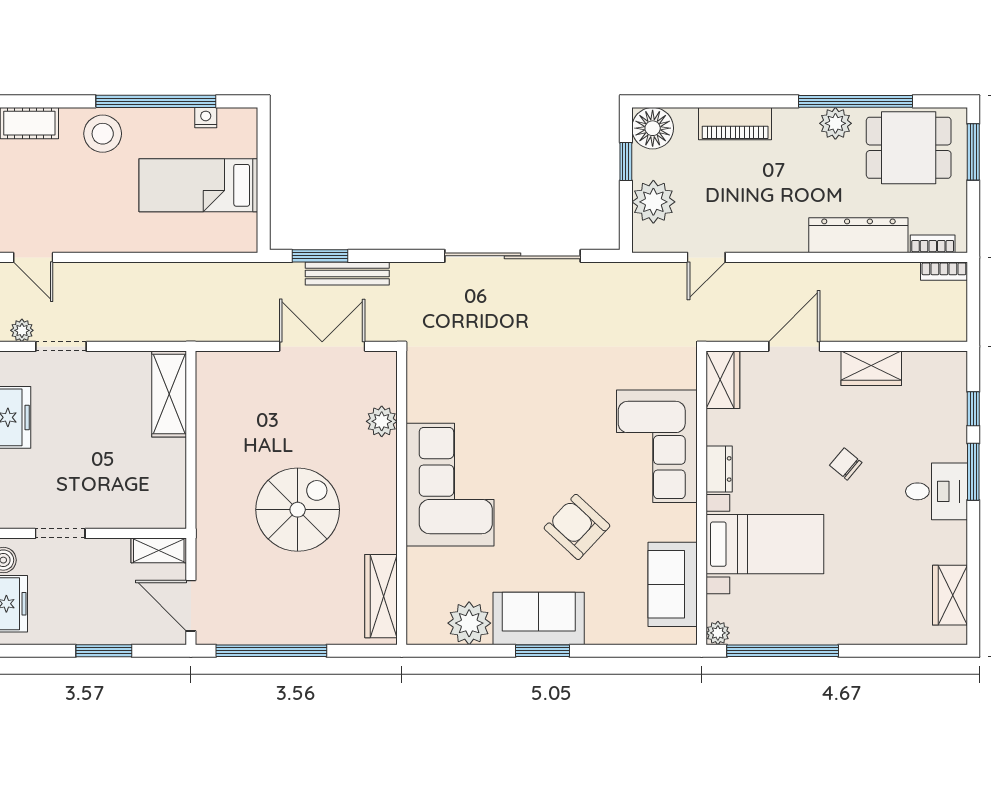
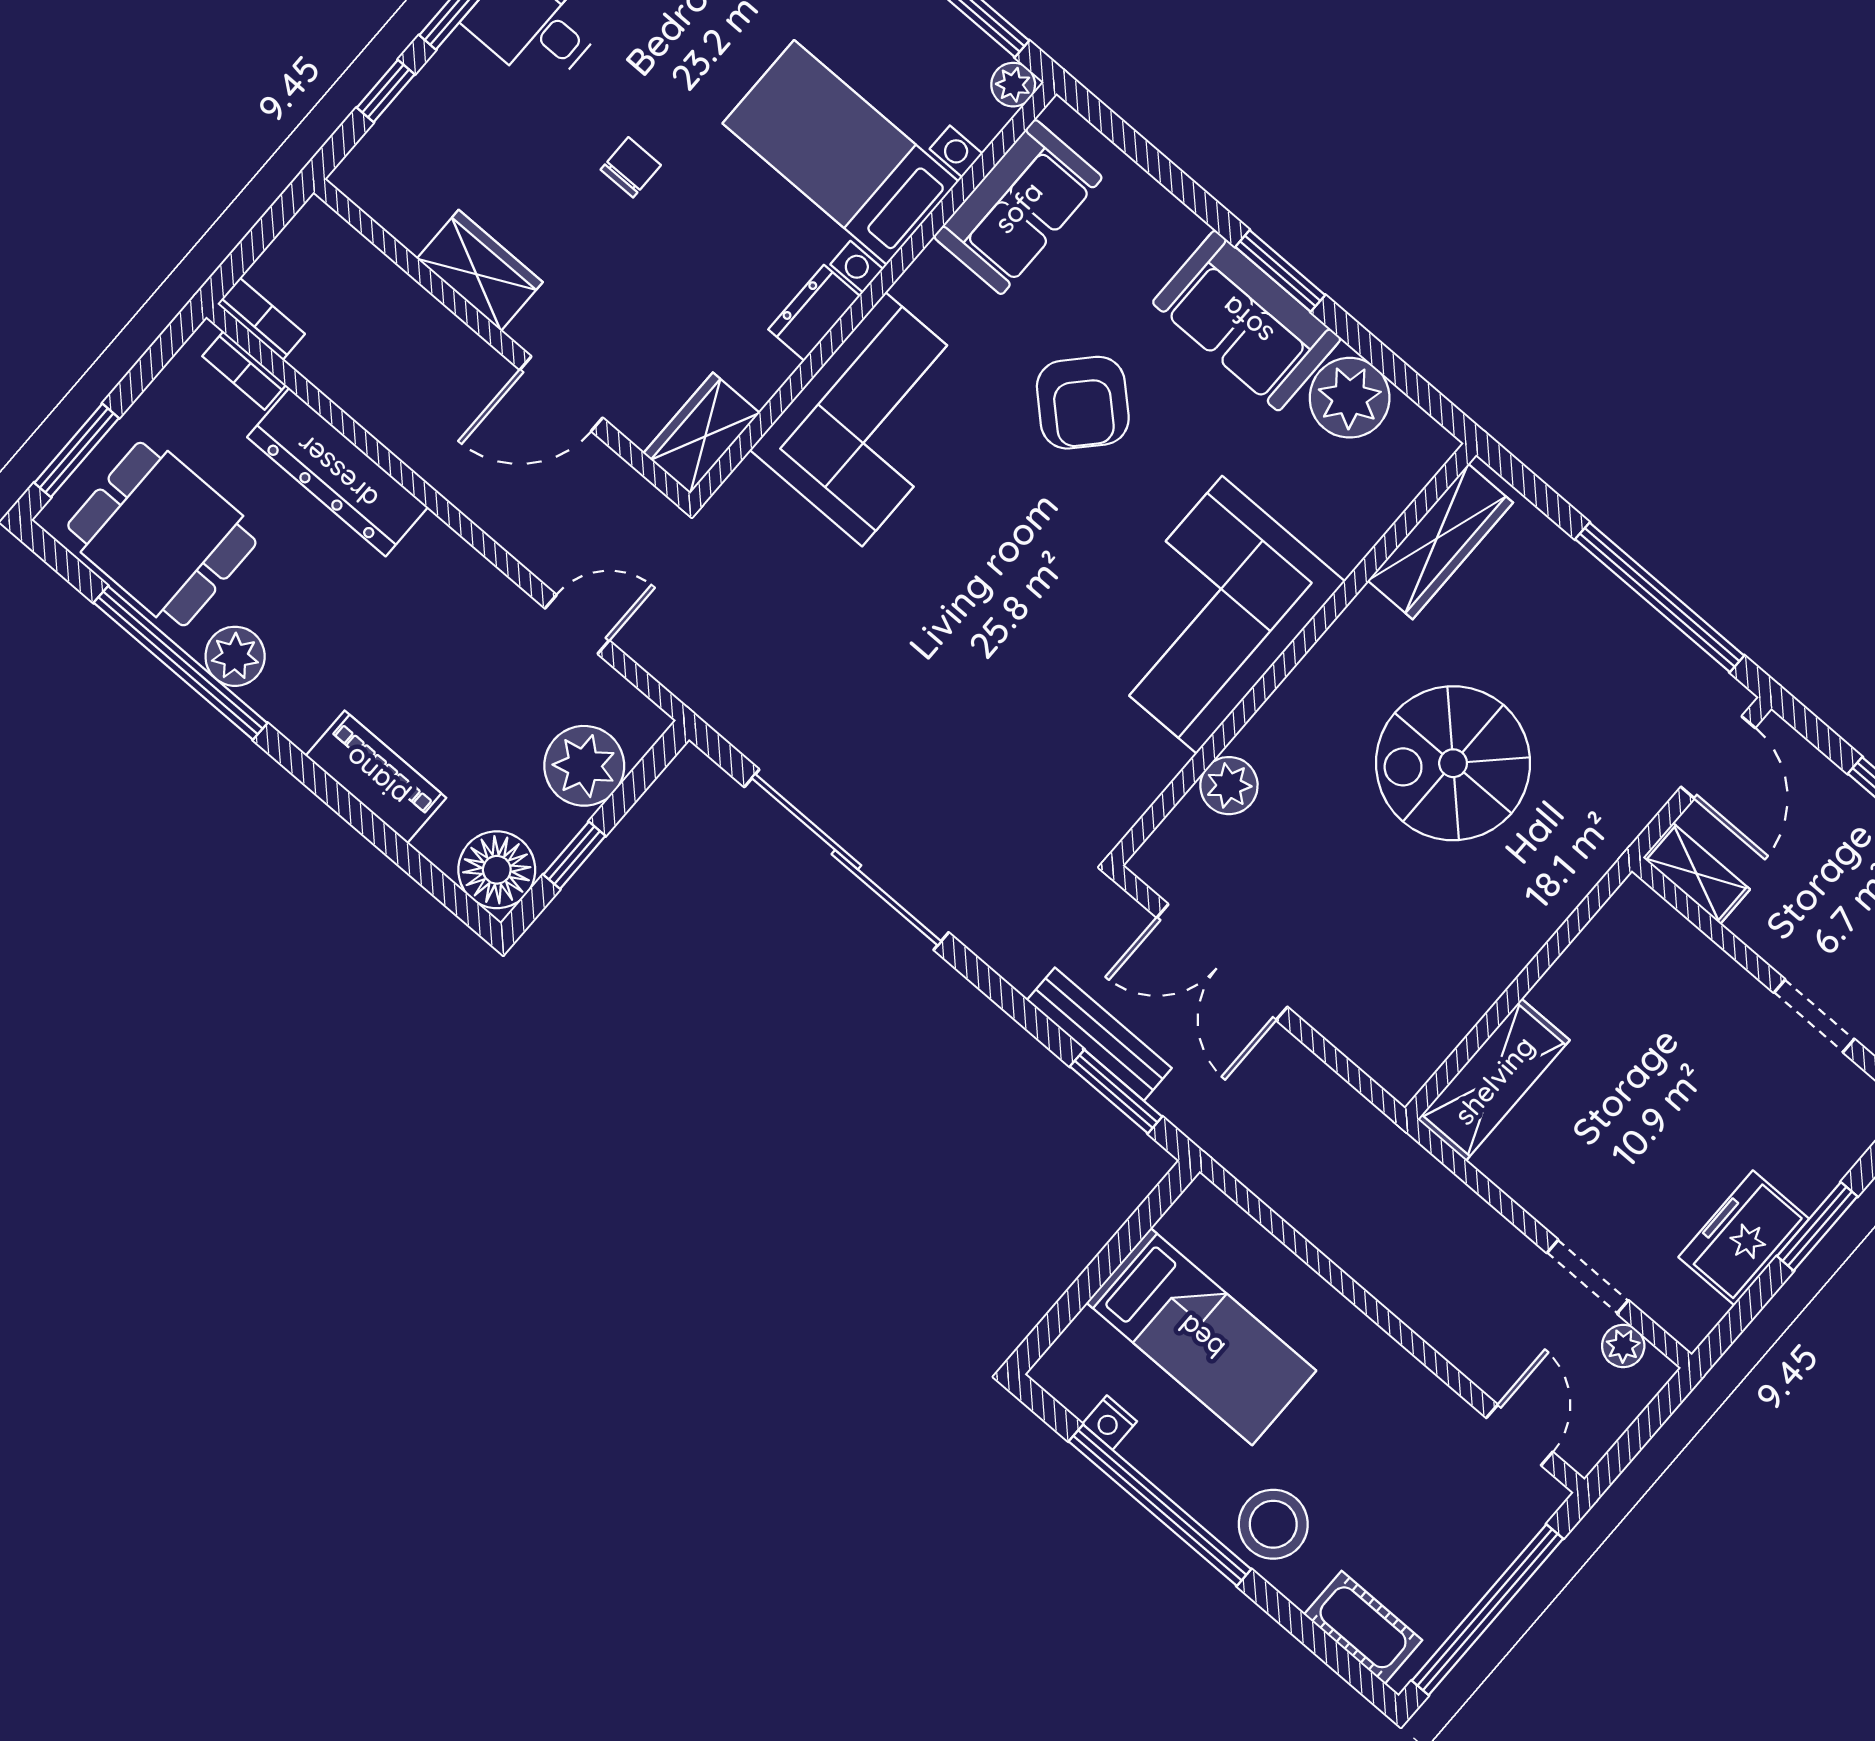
chair: (846, 464) -> (631, 167), turned -130

